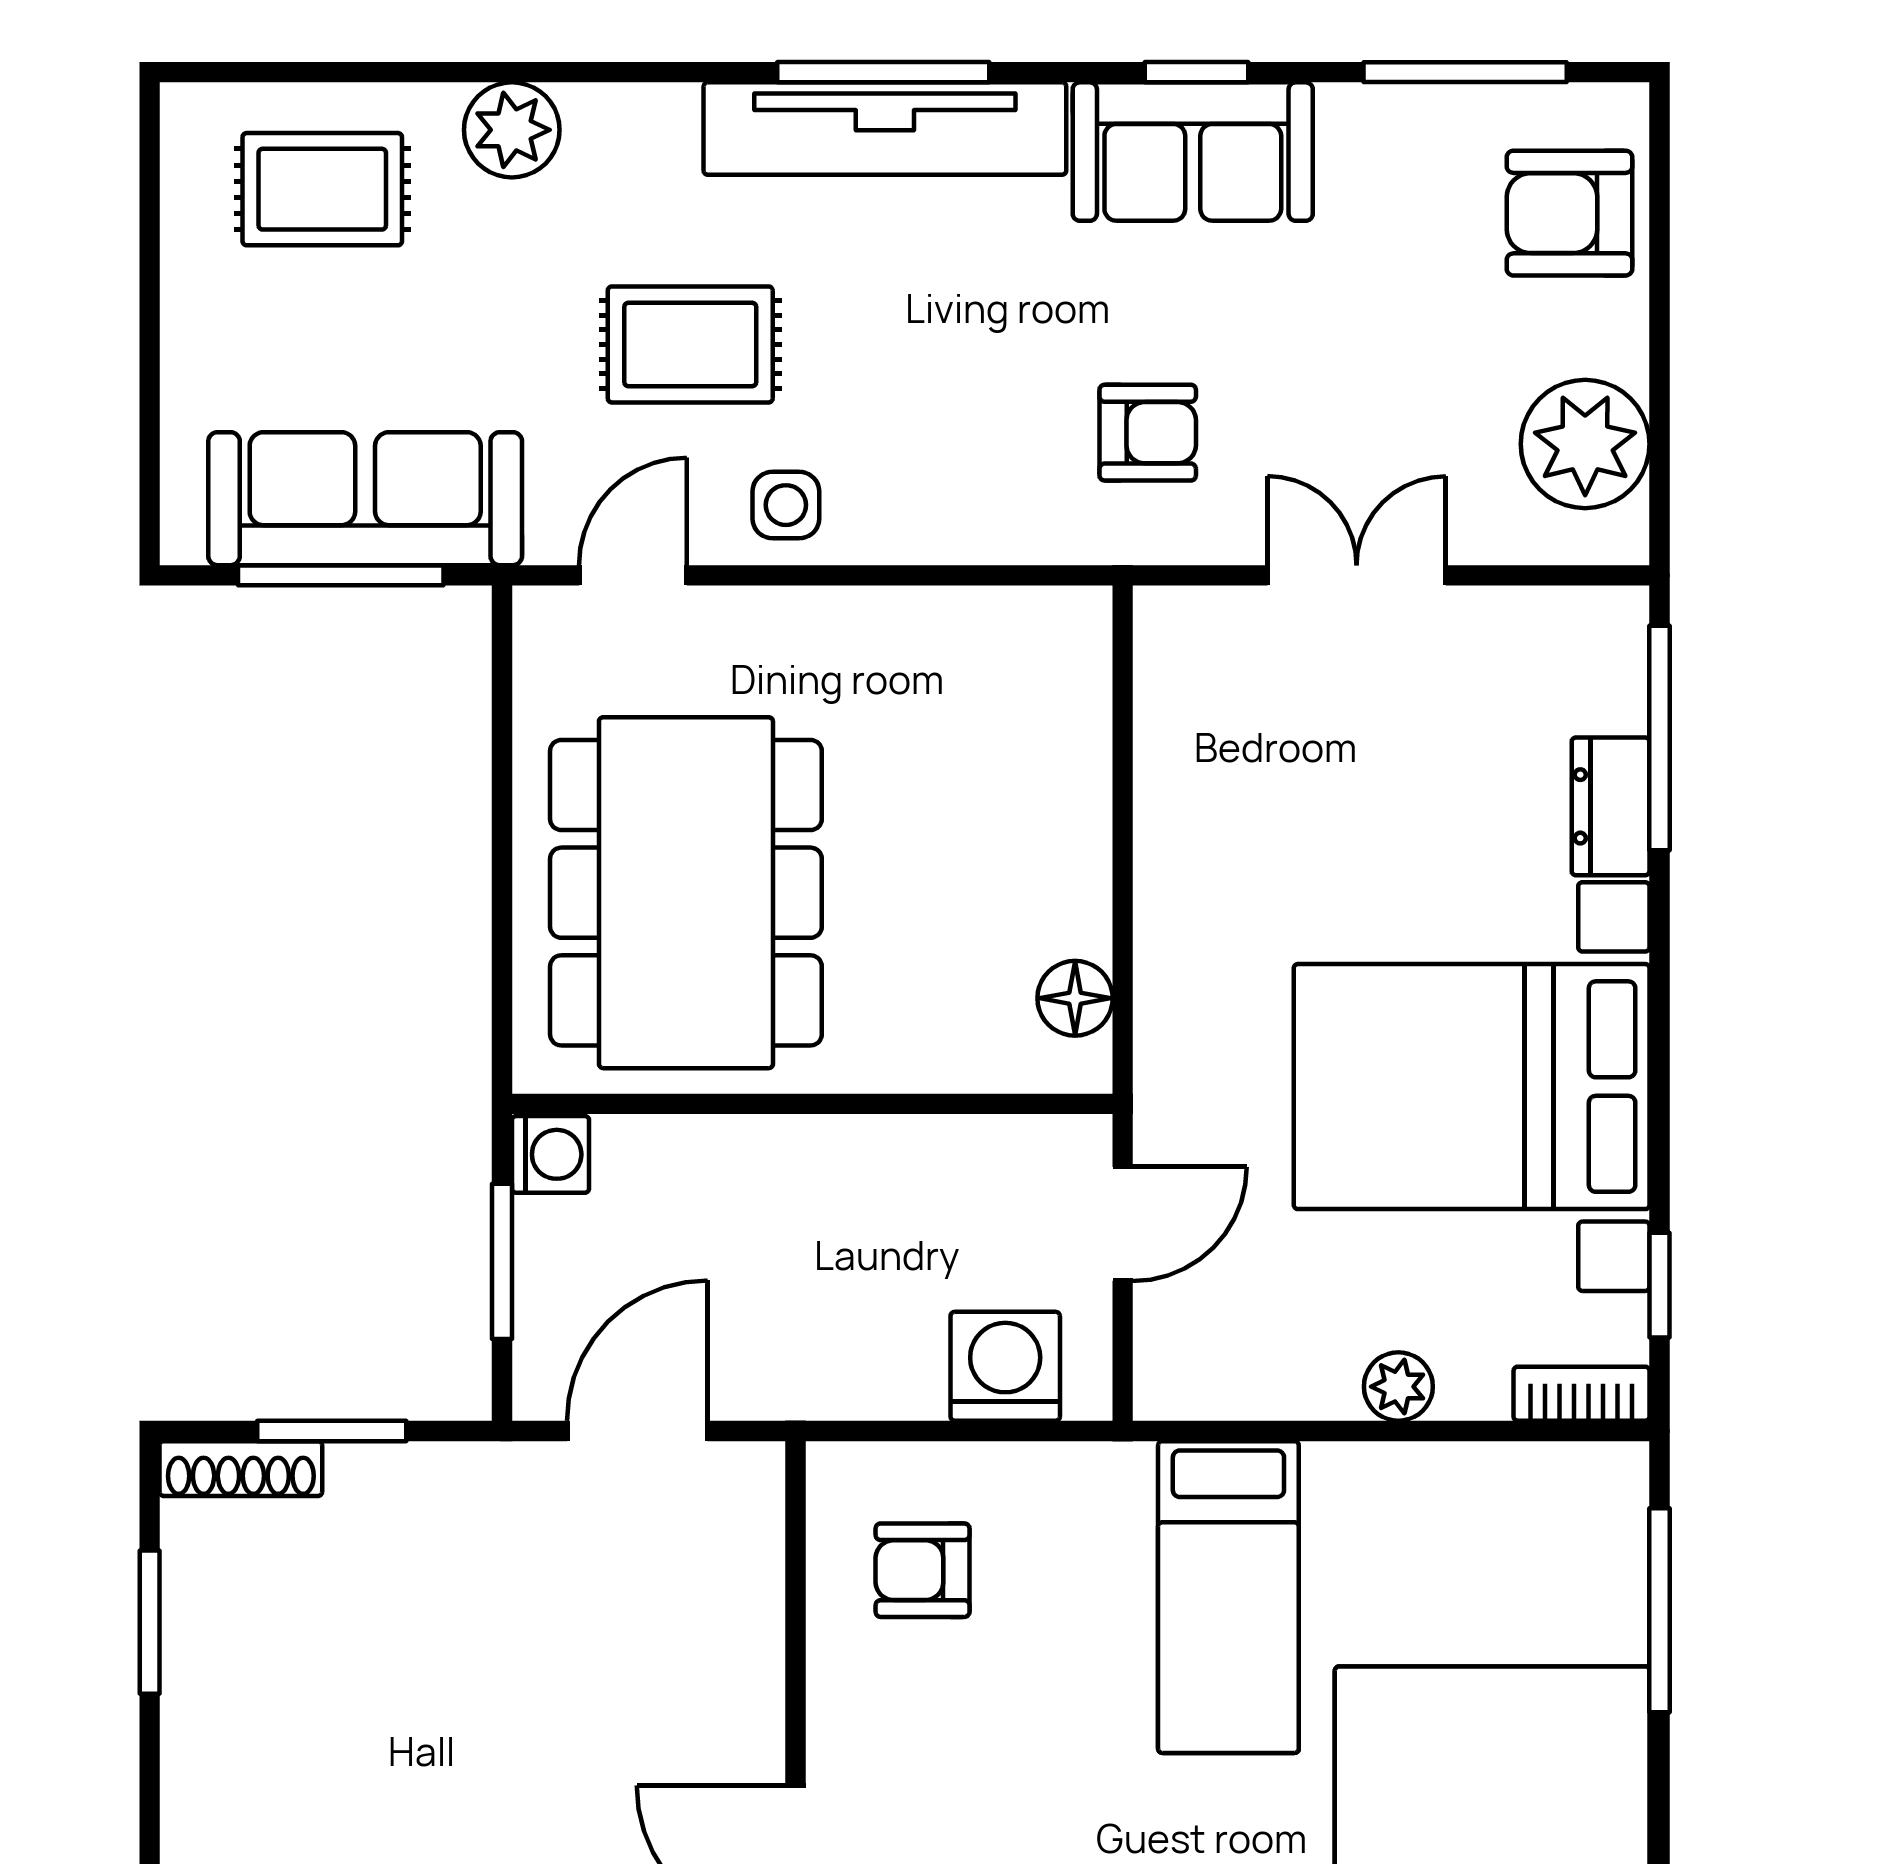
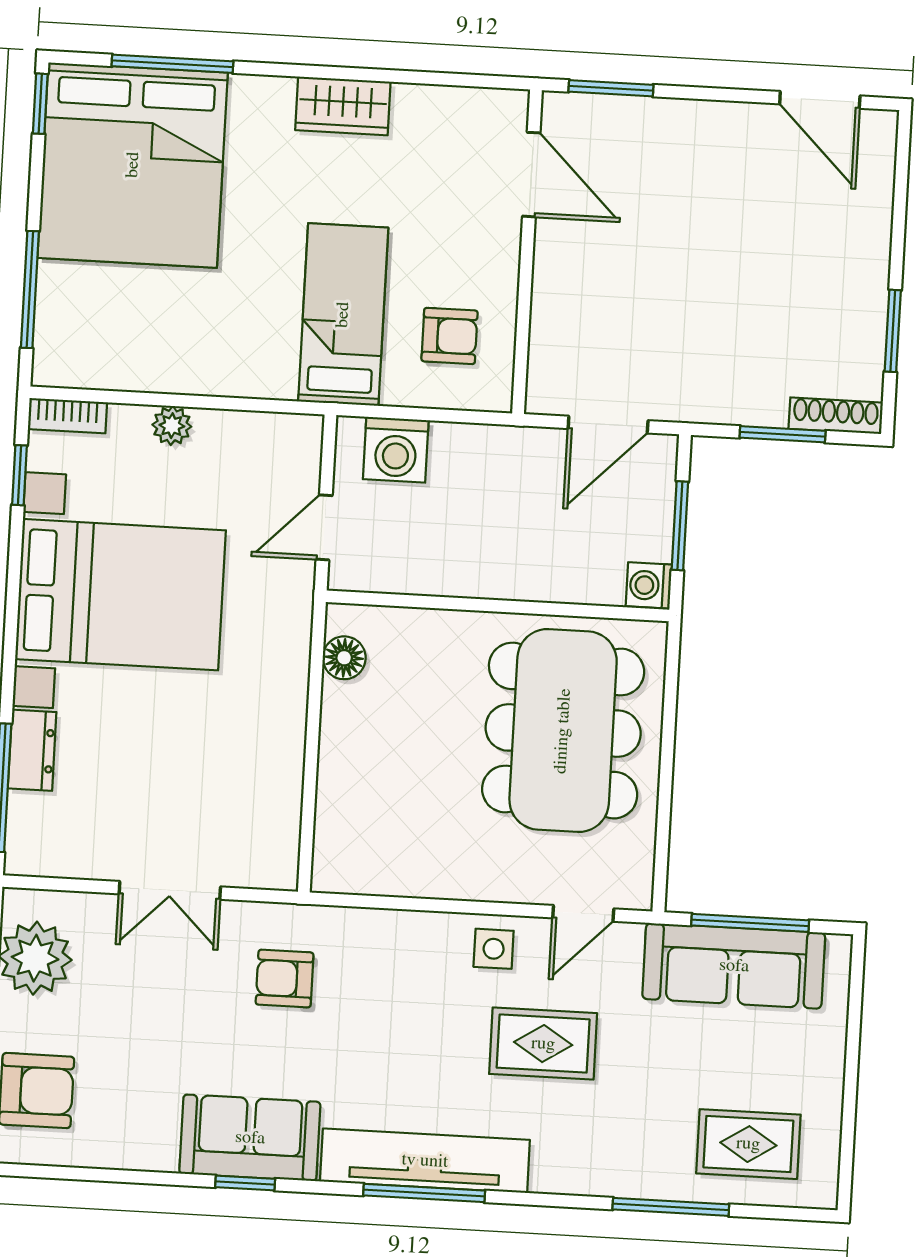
window: (1465, 72) -> (671, 1207), moved
plant: (512, 130) -> (638, 1172), removed
bed: (1228, 1597) -> (343, 315), moved

